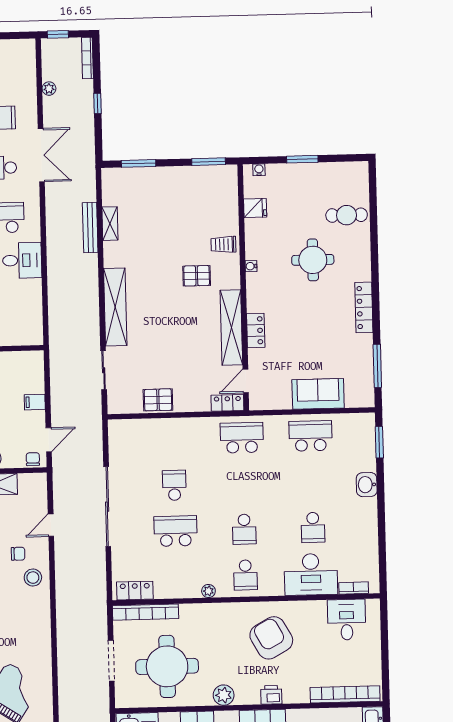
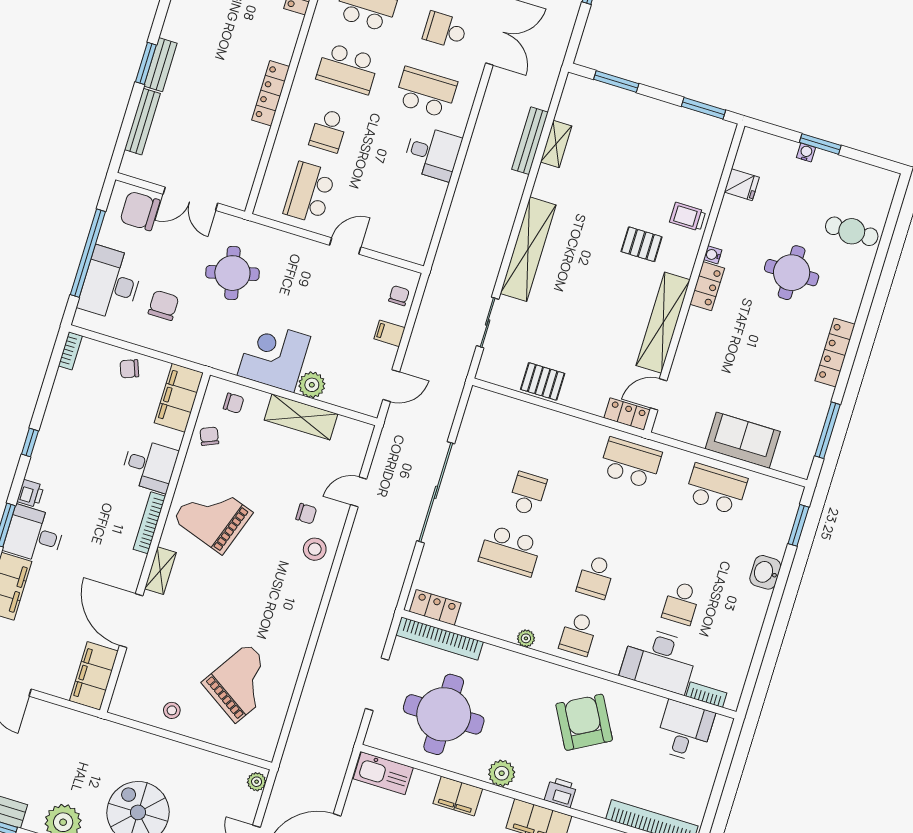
water cooler: (259, 170) -> (806, 152), moved
locker: (256, 330) -> (707, 286), moved
chair: (33, 459) -> (399, 296), moved
school desk: (176, 531) -> (510, 551), turned 180

